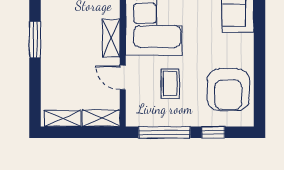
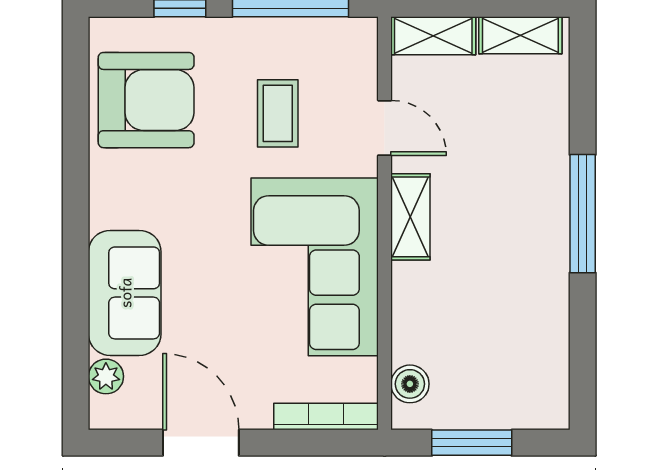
window: (35, 39) -> (583, 214), width x1.44
armchair: (228, 90) -> (146, 100), turned 90

